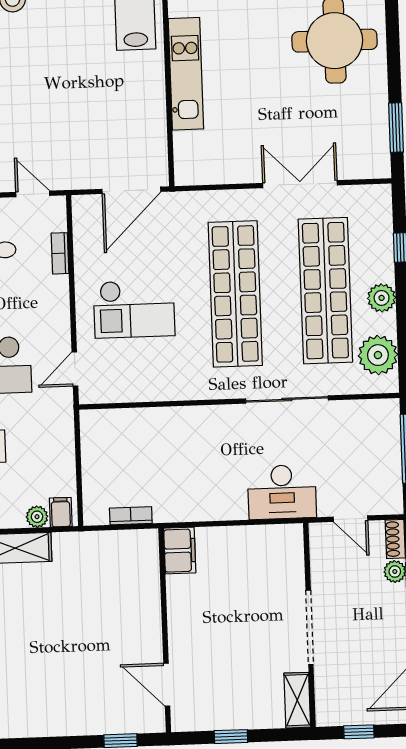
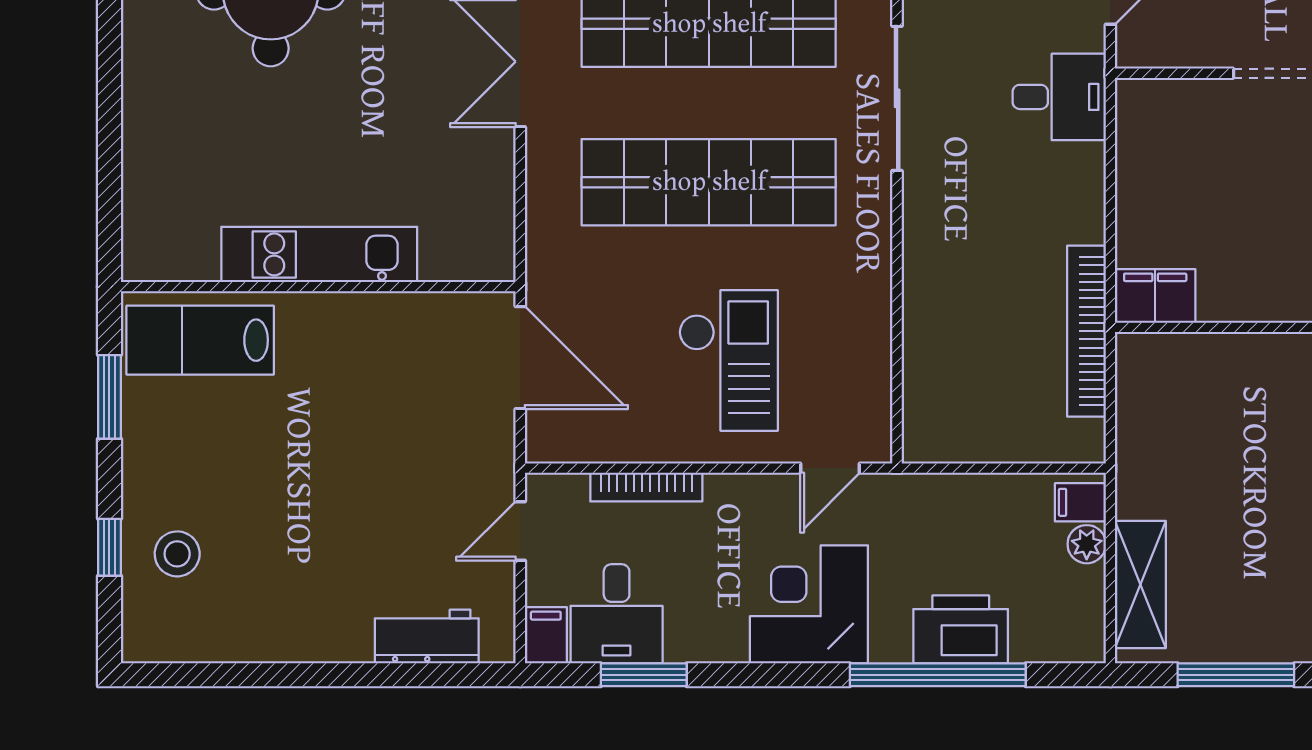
bookcase: (60, 253) -> (646, 487), width x1.56
door: (75, 369) -> (830, 468), hinge flipped
desk: (282, 492) -> (1059, 97), width x0.73
bookcase: (131, 516) -> (1086, 331), width x2.31, depth x1.31

